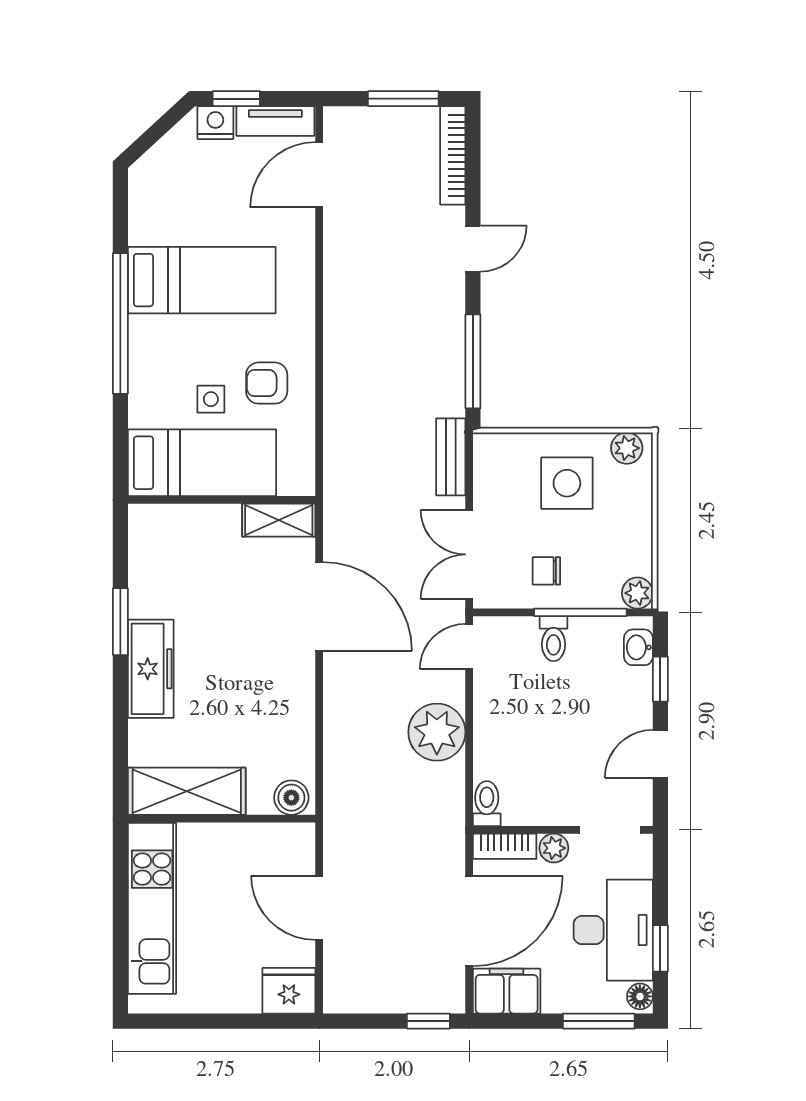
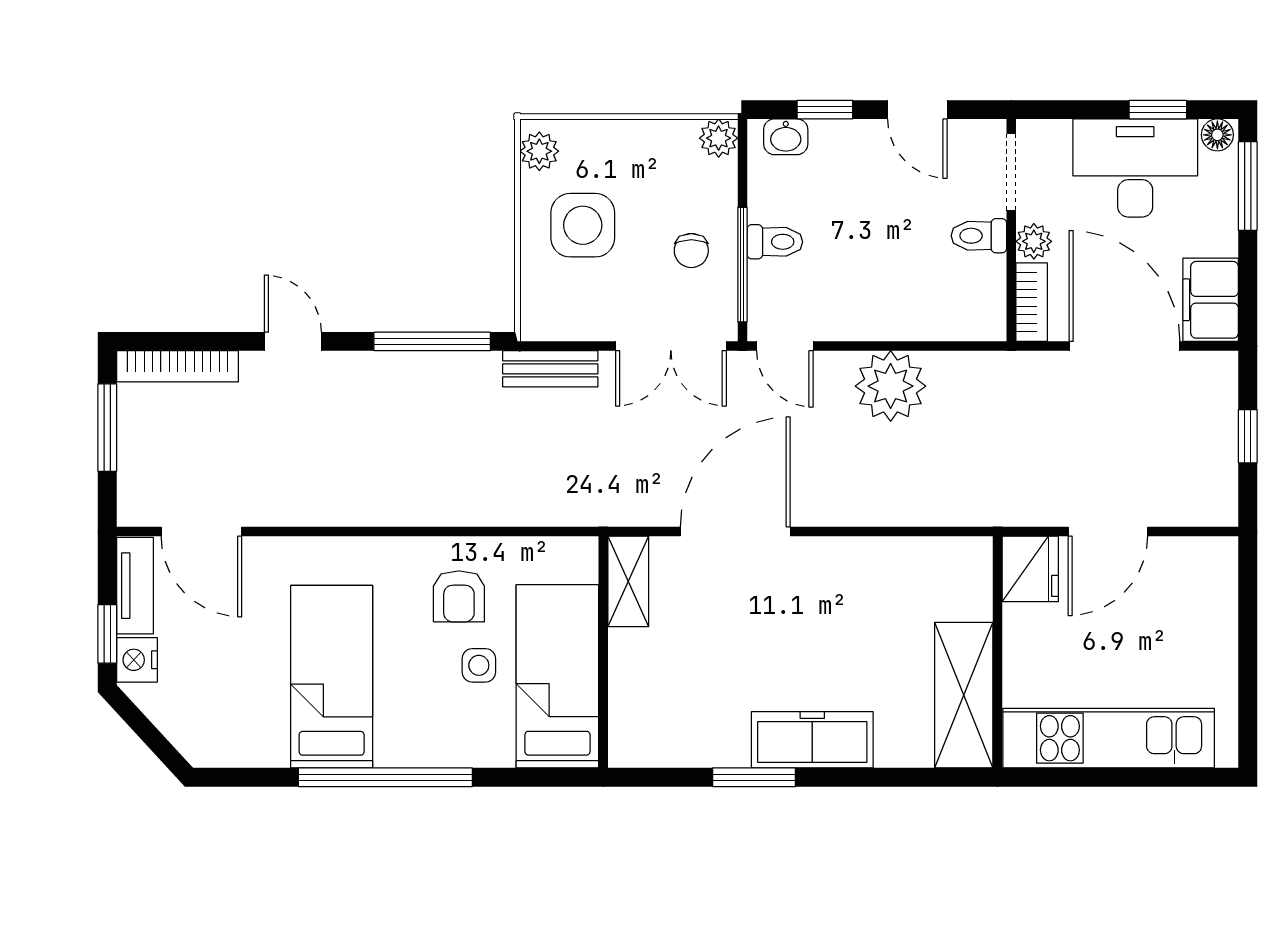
window: (580, 612) -> (742, 265), moved
boiler: (291, 798) -> (971, 566), removed
toilet: (487, 804) -> (979, 236), moved
fridge: (289, 991) -> (1030, 569), moved, turned 180
window: (428, 1021) -> (1248, 436), moved

